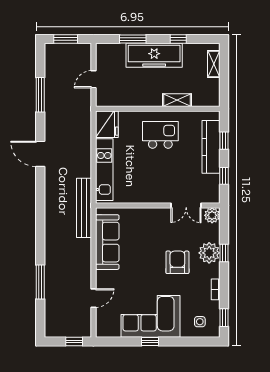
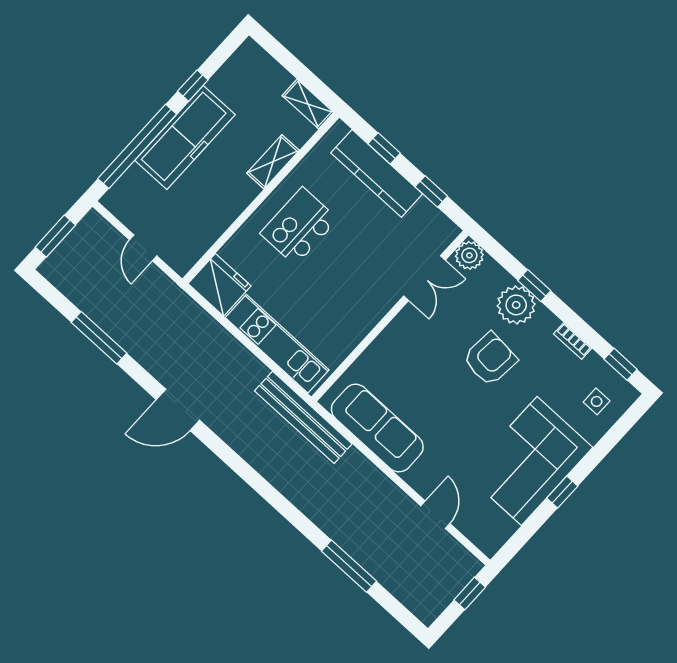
window: (133, 39) -> (137, 146), width x2.11
shelving: (214, 64) -> (308, 104), moved
armchair: (177, 262) -> (490, 359), turned 95

